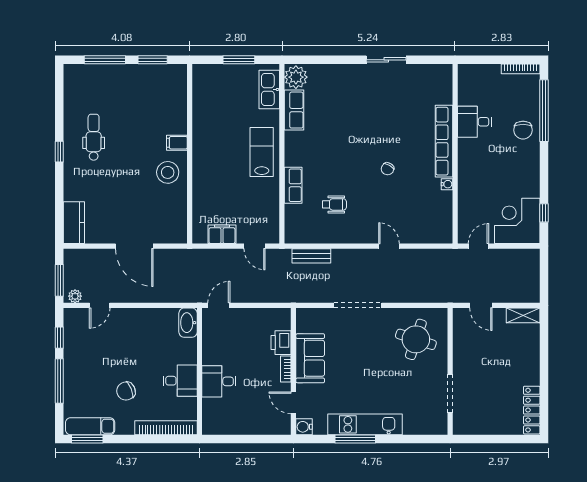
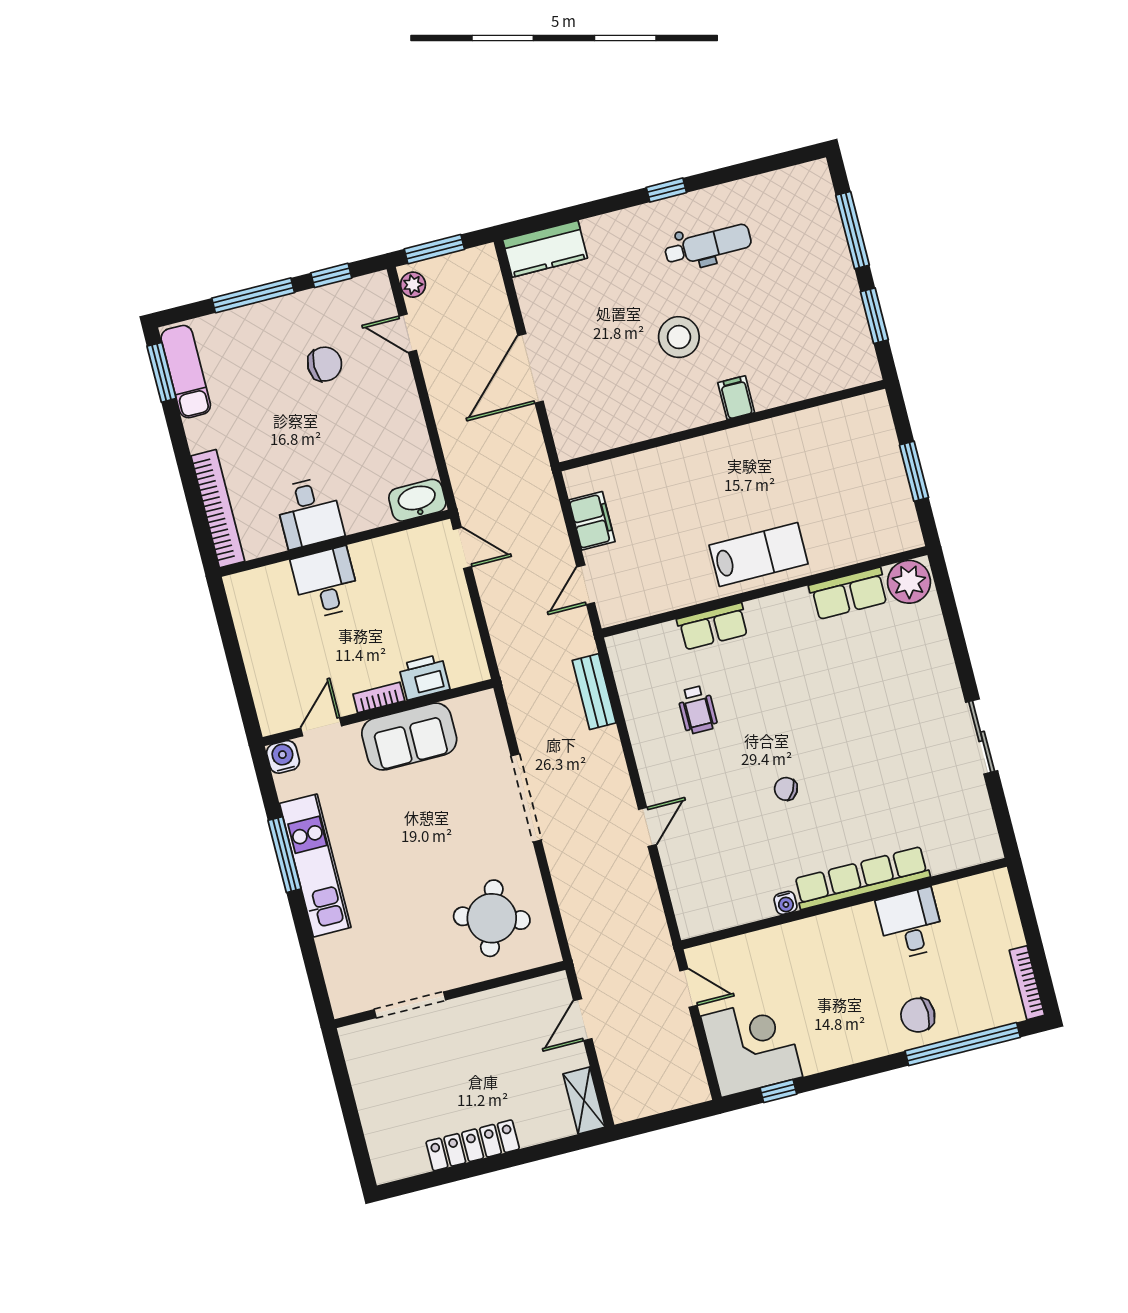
kitchen sink: (269, 89) -> (874, 540), removed
stool: (168, 172) -> (679, 337), moved
chair: (126, 391) -> (325, 364), moved, turned 112
locker: (532, 410) -> (473, 1145), moved

